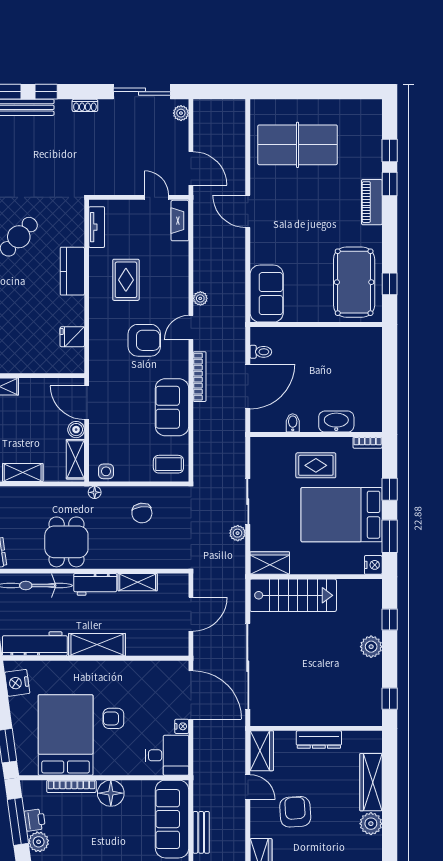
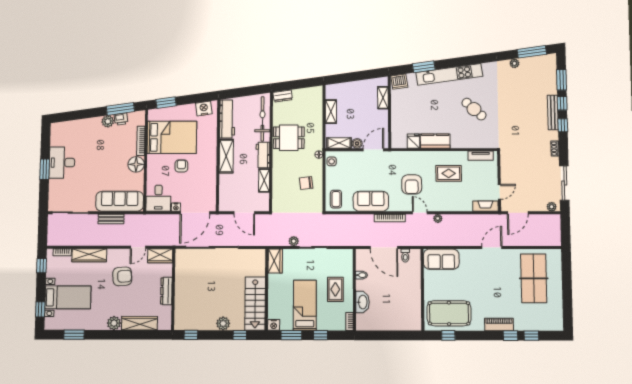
kitchen counter: (72, 271) -> (435, 141), moved
bed: (342, 515) -> (305, 305), width x0.67
stairs: (293, 595) -> (255, 304), moved

